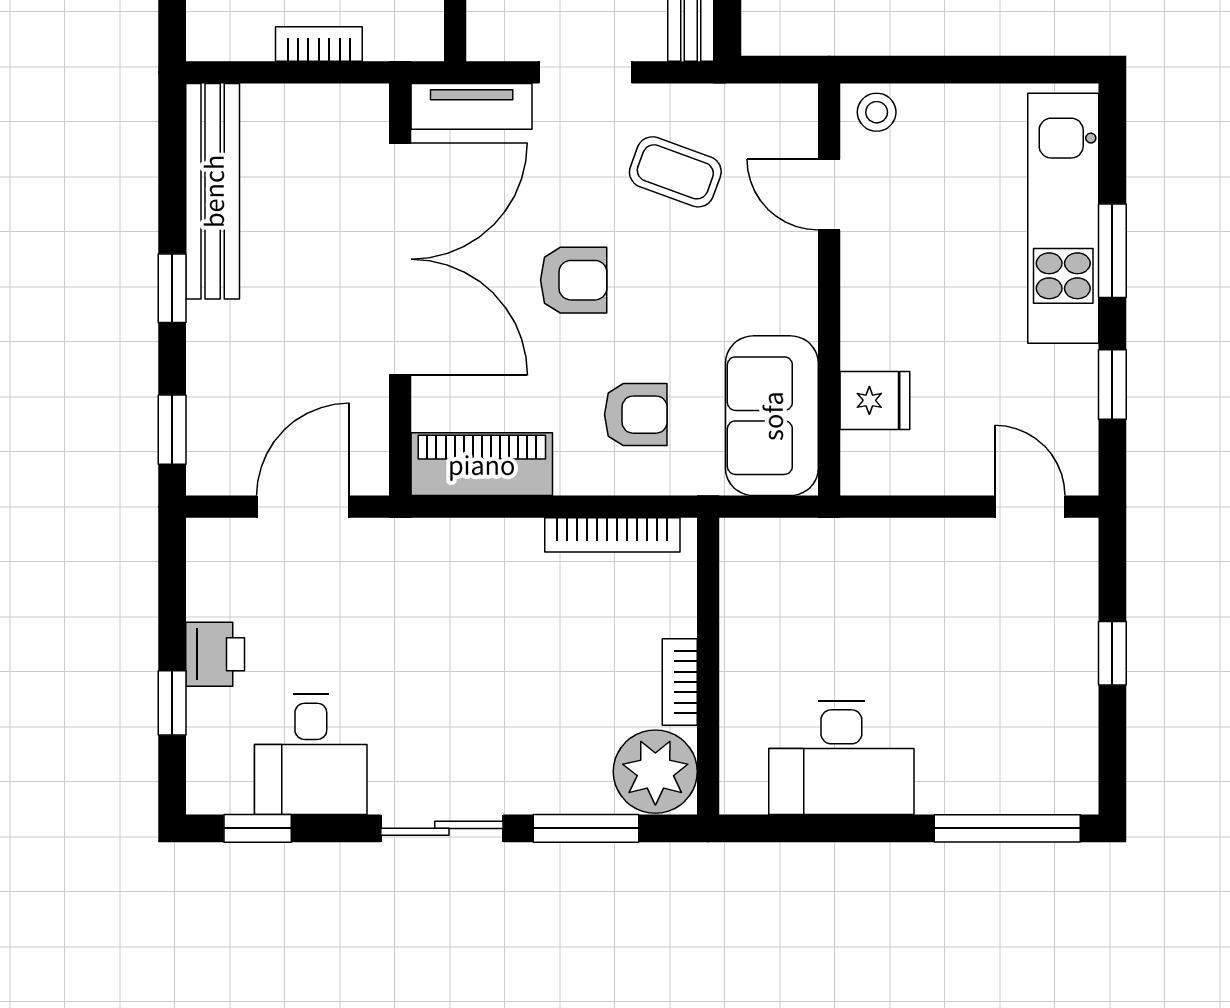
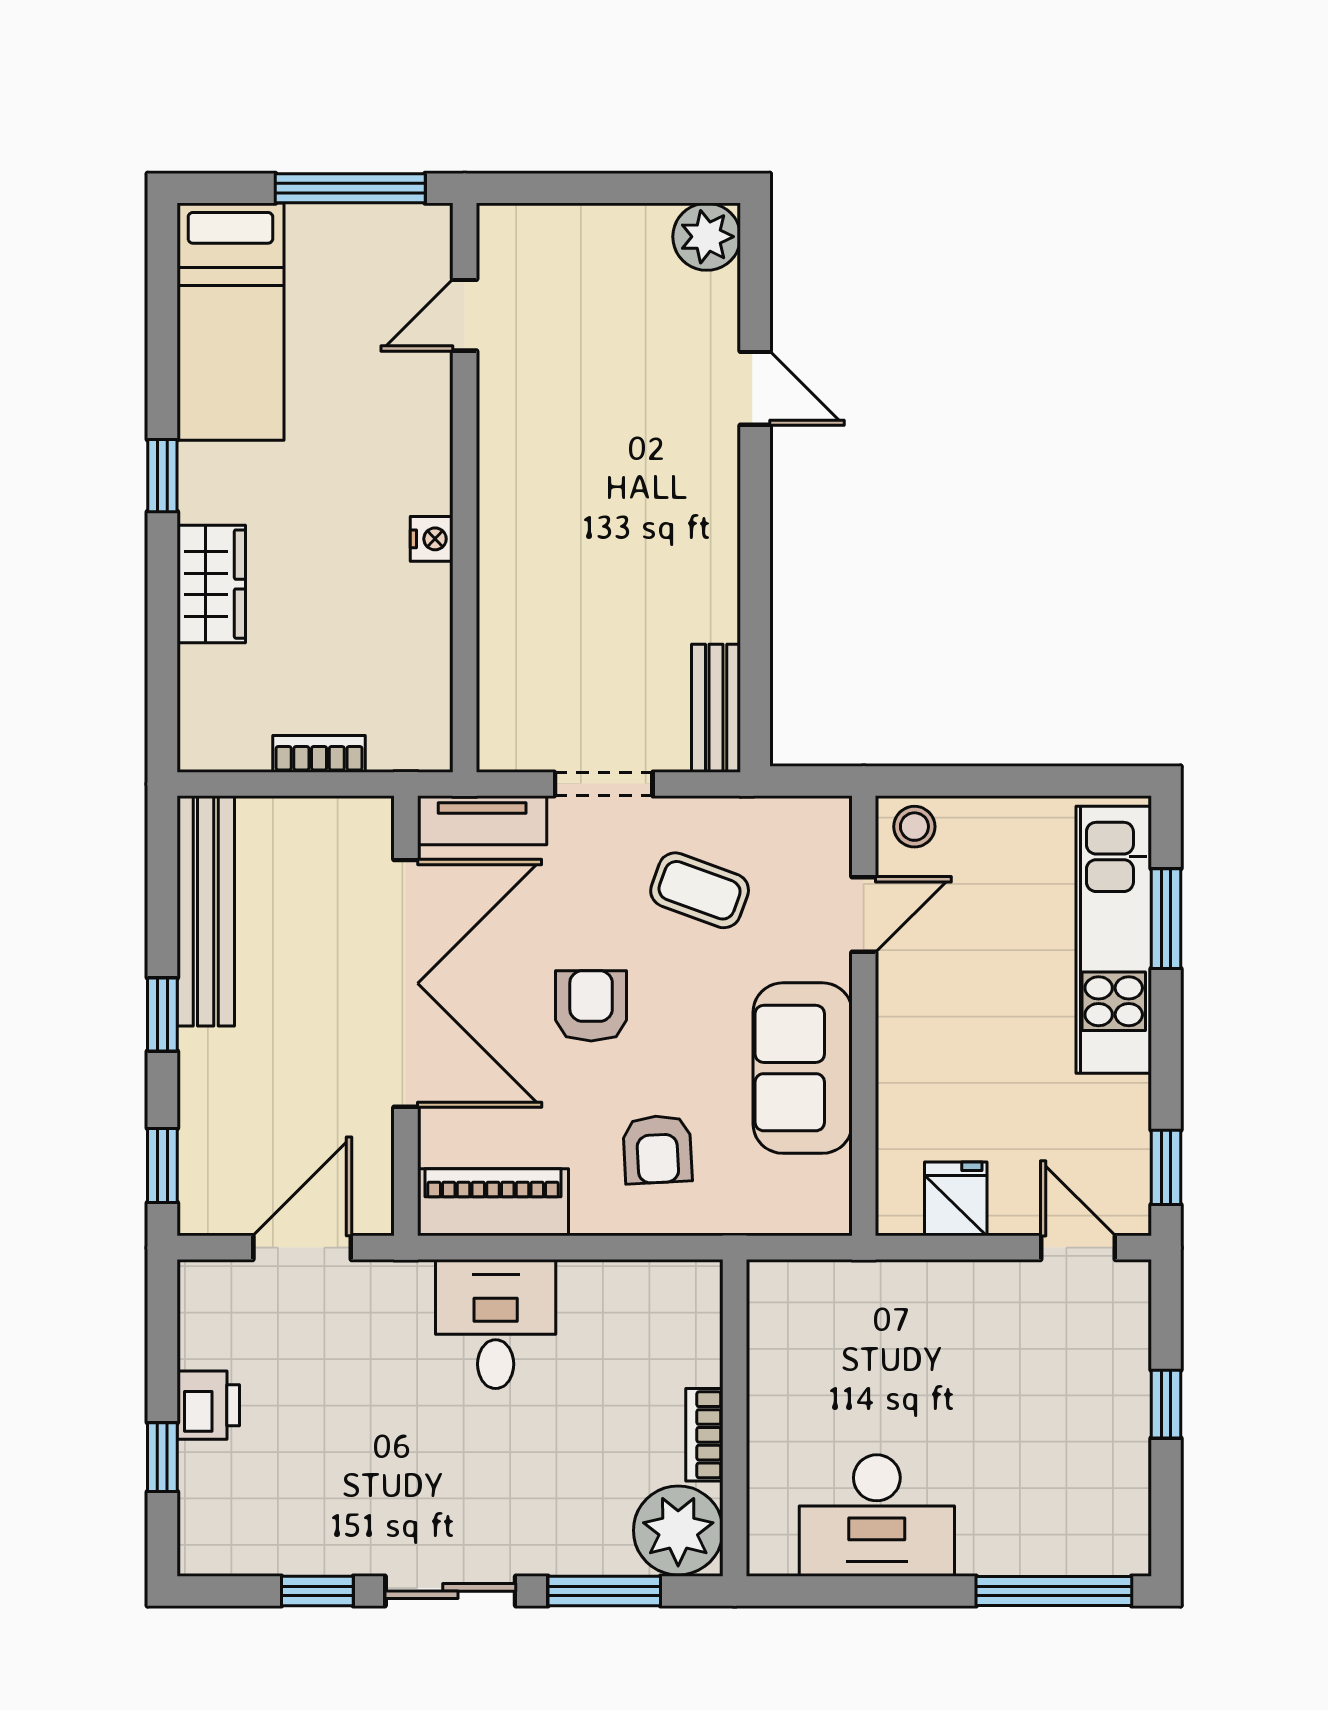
door: (829, 195) -> (864, 914), swing flipped
window: (1112, 251) -> (1166, 919), moved
armchair: (574, 280) -> (591, 1006), turned -90
window: (1112, 384) -> (1166, 1167), moved
fridge: (875, 400) -> (956, 1199), moved, turned -90
armchair: (636, 415) -> (657, 1149), turned 87
sofa: (772, 416) -> (803, 1068), moved
bookcase: (612, 535) -> (632, 1278), removed
desk: (311, 754) -> (496, 1324), moved, turned 180
window: (258, 828) -> (317, 1591), moved

